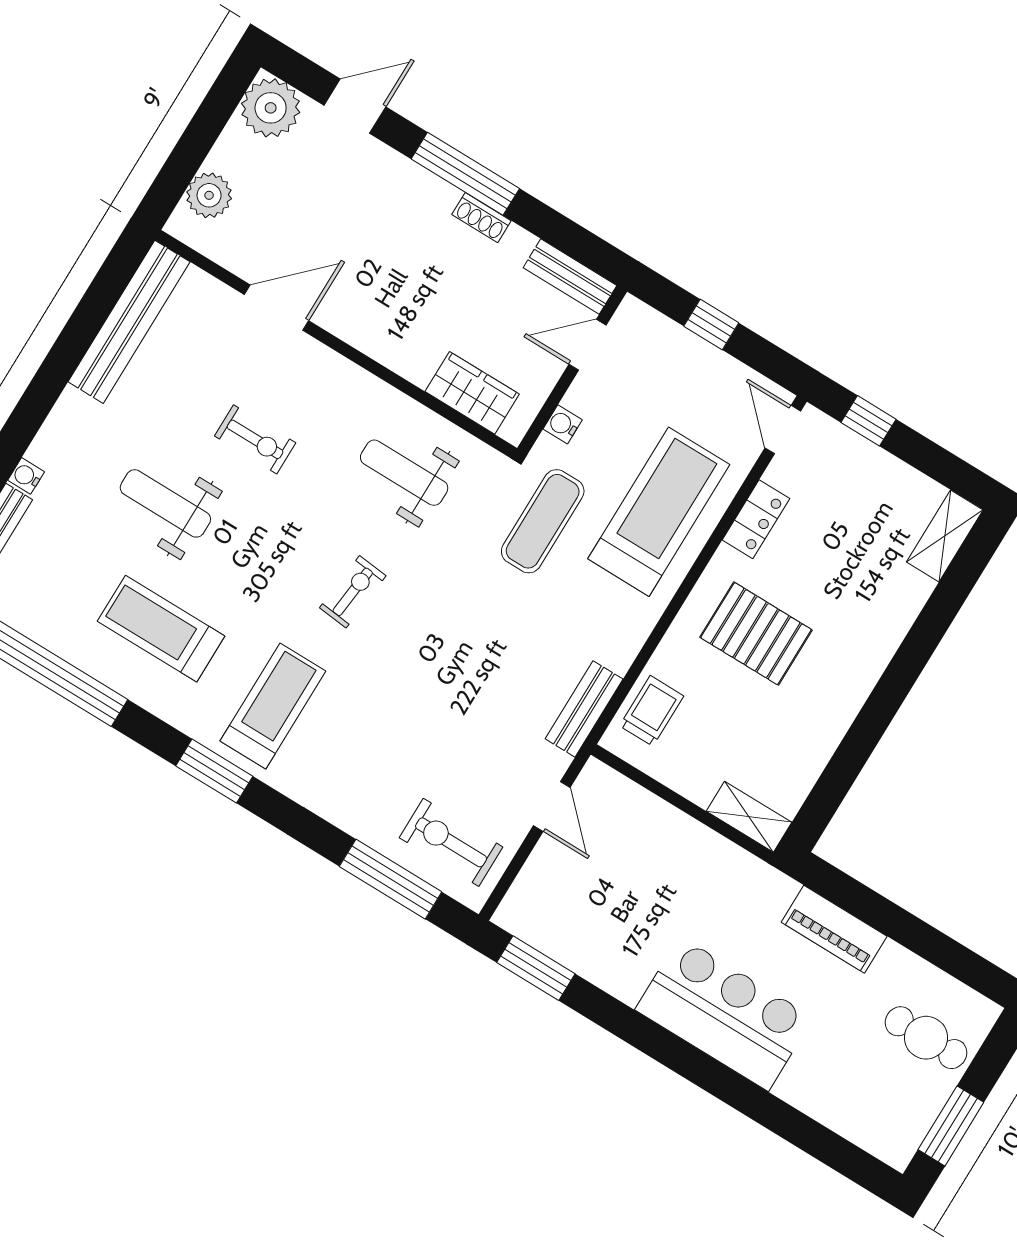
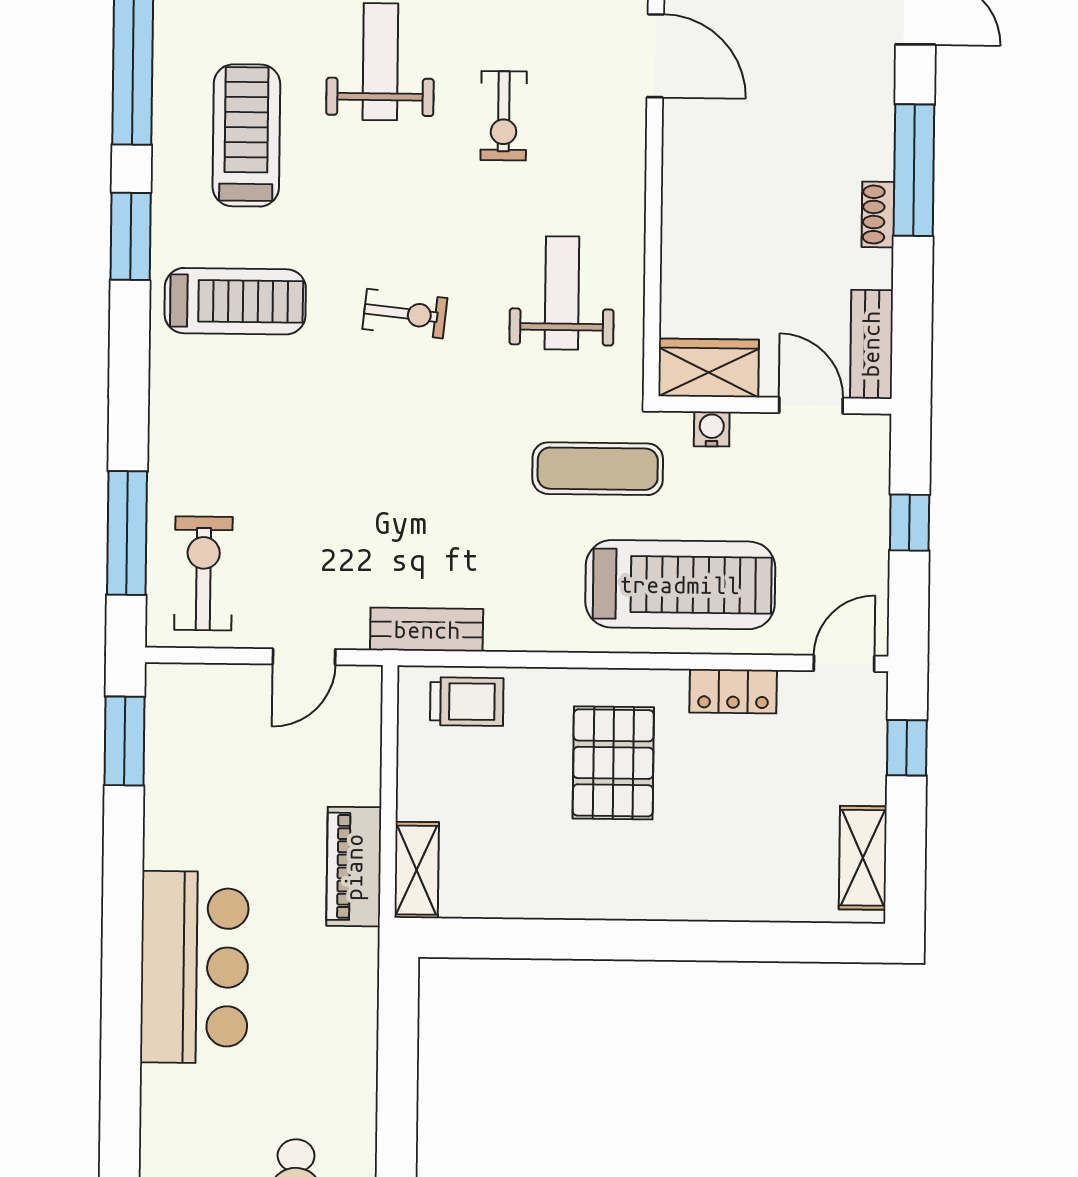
wardrobe: (472, 393) -> (709, 368), moved, turned -90
shelving: (945, 536) -> (863, 858), moved, turned 90
window: (214, 771) -> (131, 236), moved
piano: (834, 929) -> (354, 867), moved

